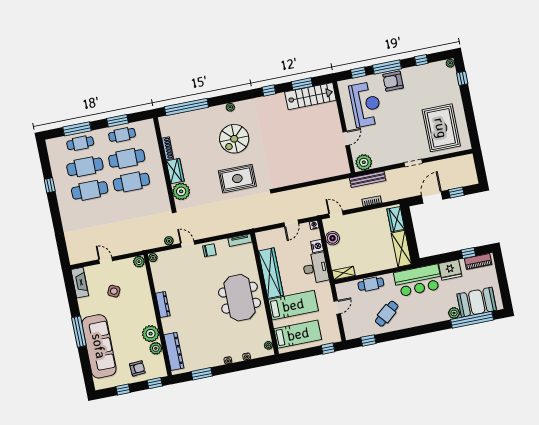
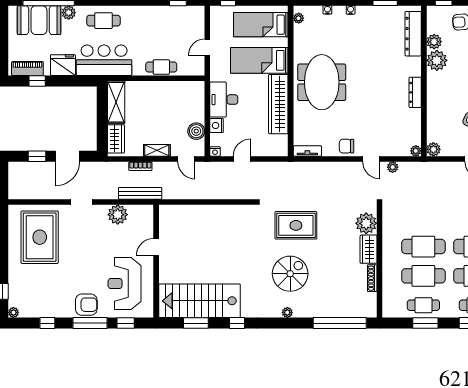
stairs: (310, 96) -> (199, 301), width x1.36, depth x1.51
plant: (364, 162) -> (118, 215), moved
shelving: (344, 273) -> (157, 150), moved
cafe table: (387, 314) -> (103, 21), moved, turned 40

